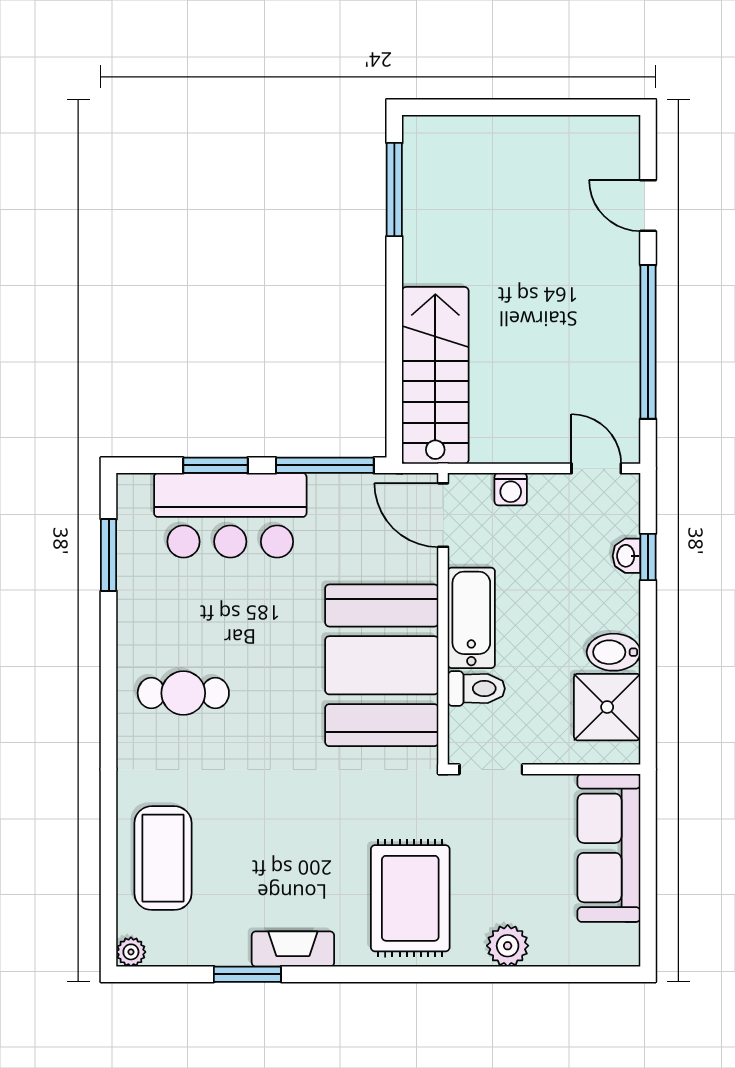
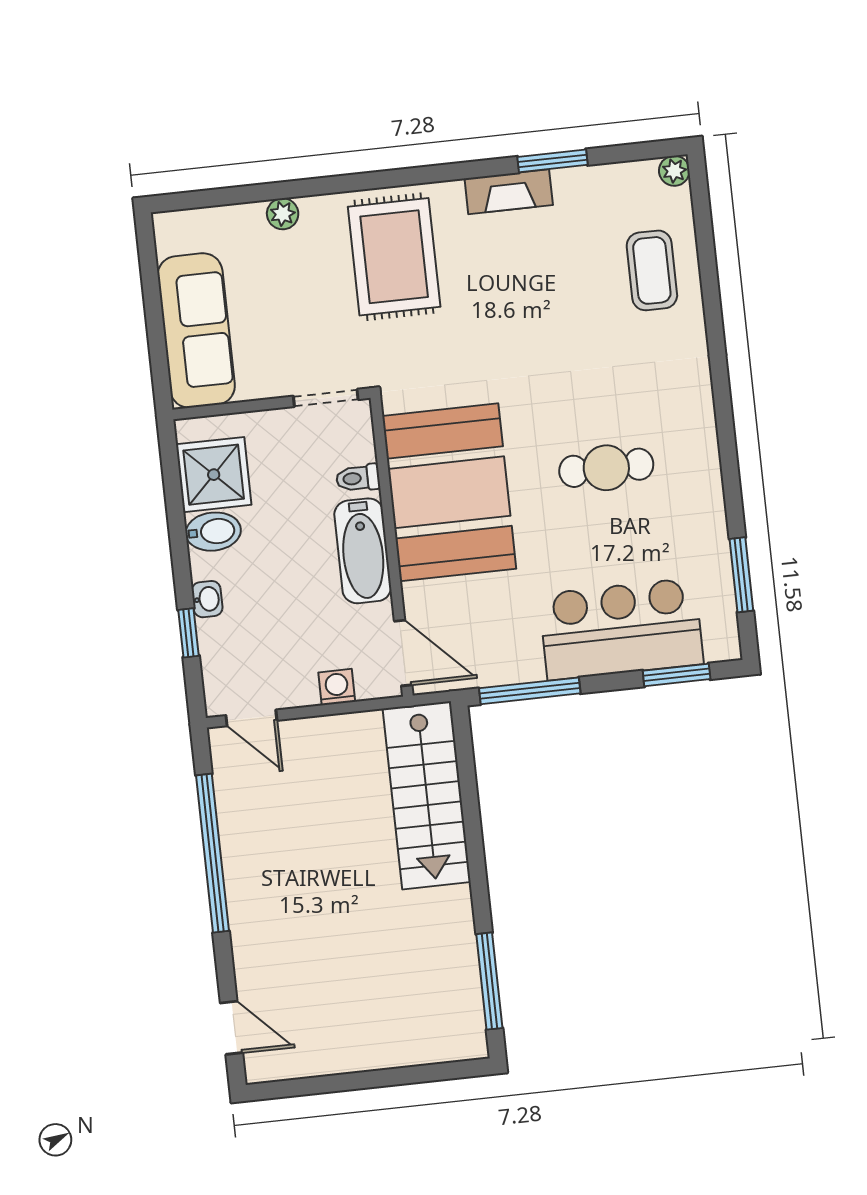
door: (648, 206) -> (231, 1028), moved
window: (215, 465) -> (677, 675), moved
washbasin: (627, 556) -> (207, 599), moved
toilet: (476, 689) -> (358, 478), width x0.73, depth x0.72
cafe table: (183, 693) -> (606, 468), moved
coffee table: (163, 858) -> (652, 270), width x0.73, depth x0.76
plant: (508, 946) -> (283, 214), width x0.73, depth x0.73

